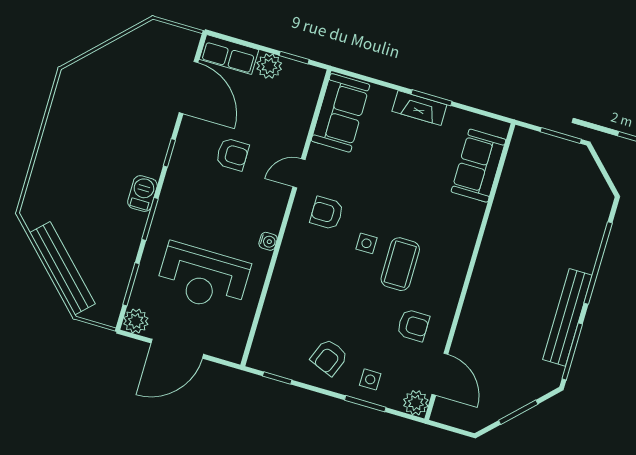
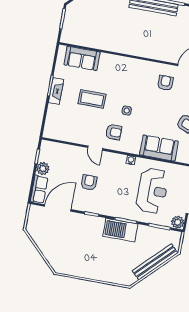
sofa: (340, 113) -> (159, 148), moved
barbecue: (142, 194) -> (120, 230), width x1.88, depth x1.53
armchair: (327, 213) -> (114, 132), turned -90
coffee table: (400, 264) -> (92, 99), moved

